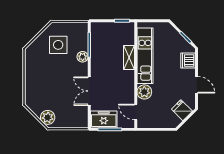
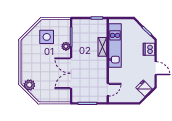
double door: (89, 91) -> (71, 73), width x1.37
plant: (144, 92) -> (114, 74), removed
door: (136, 112) -> (108, 90), swing flipped
plant: (48, 117) -> (29, 85), moved
freezer: (104, 119) -> (83, 96), removed

